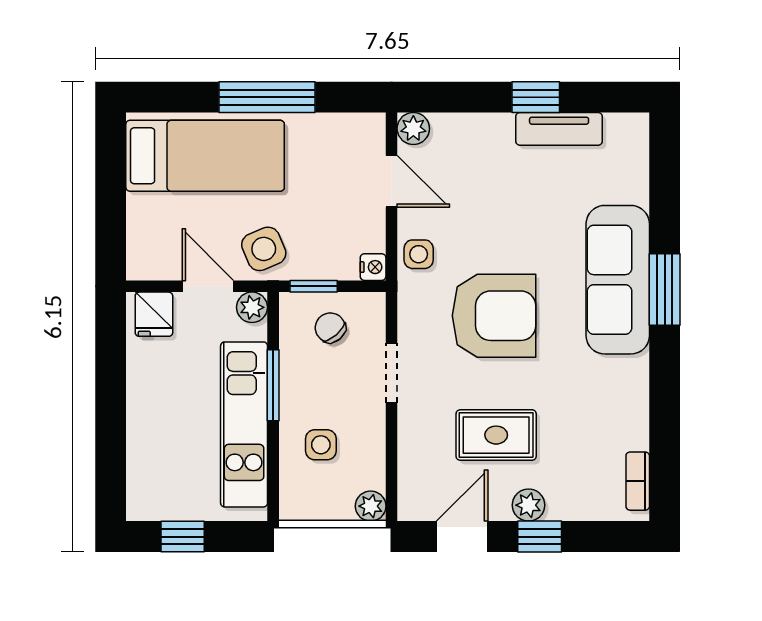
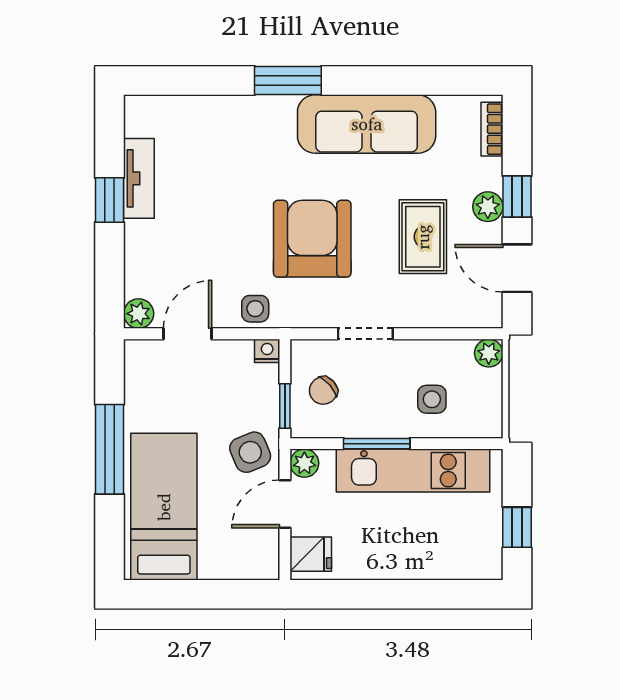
sofa: (618, 280) -> (367, 124), moved
bookcase: (638, 481) -> (492, 129), moved, turned 90

